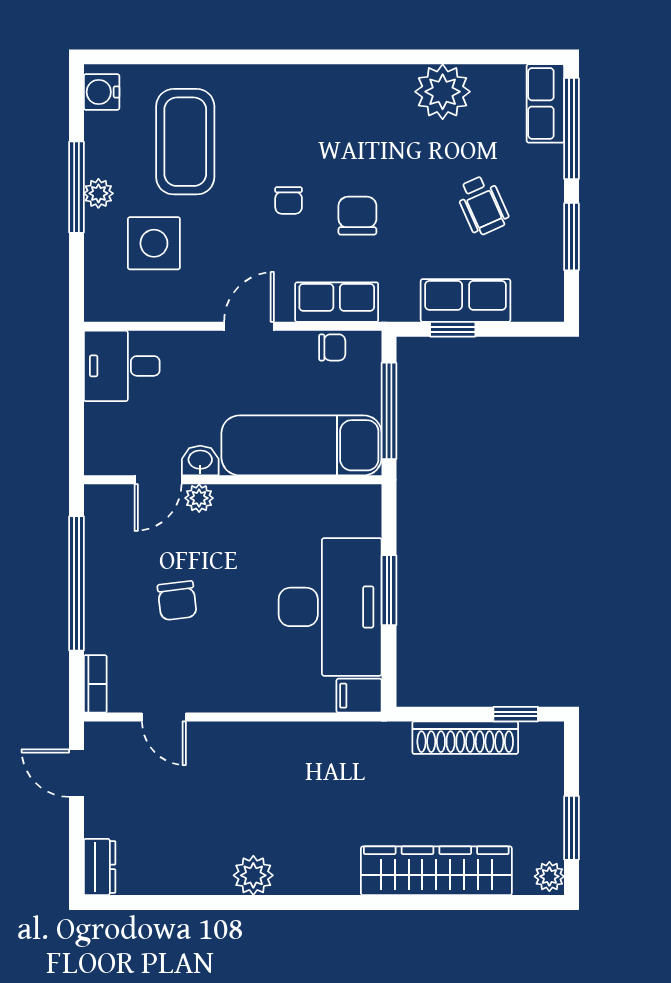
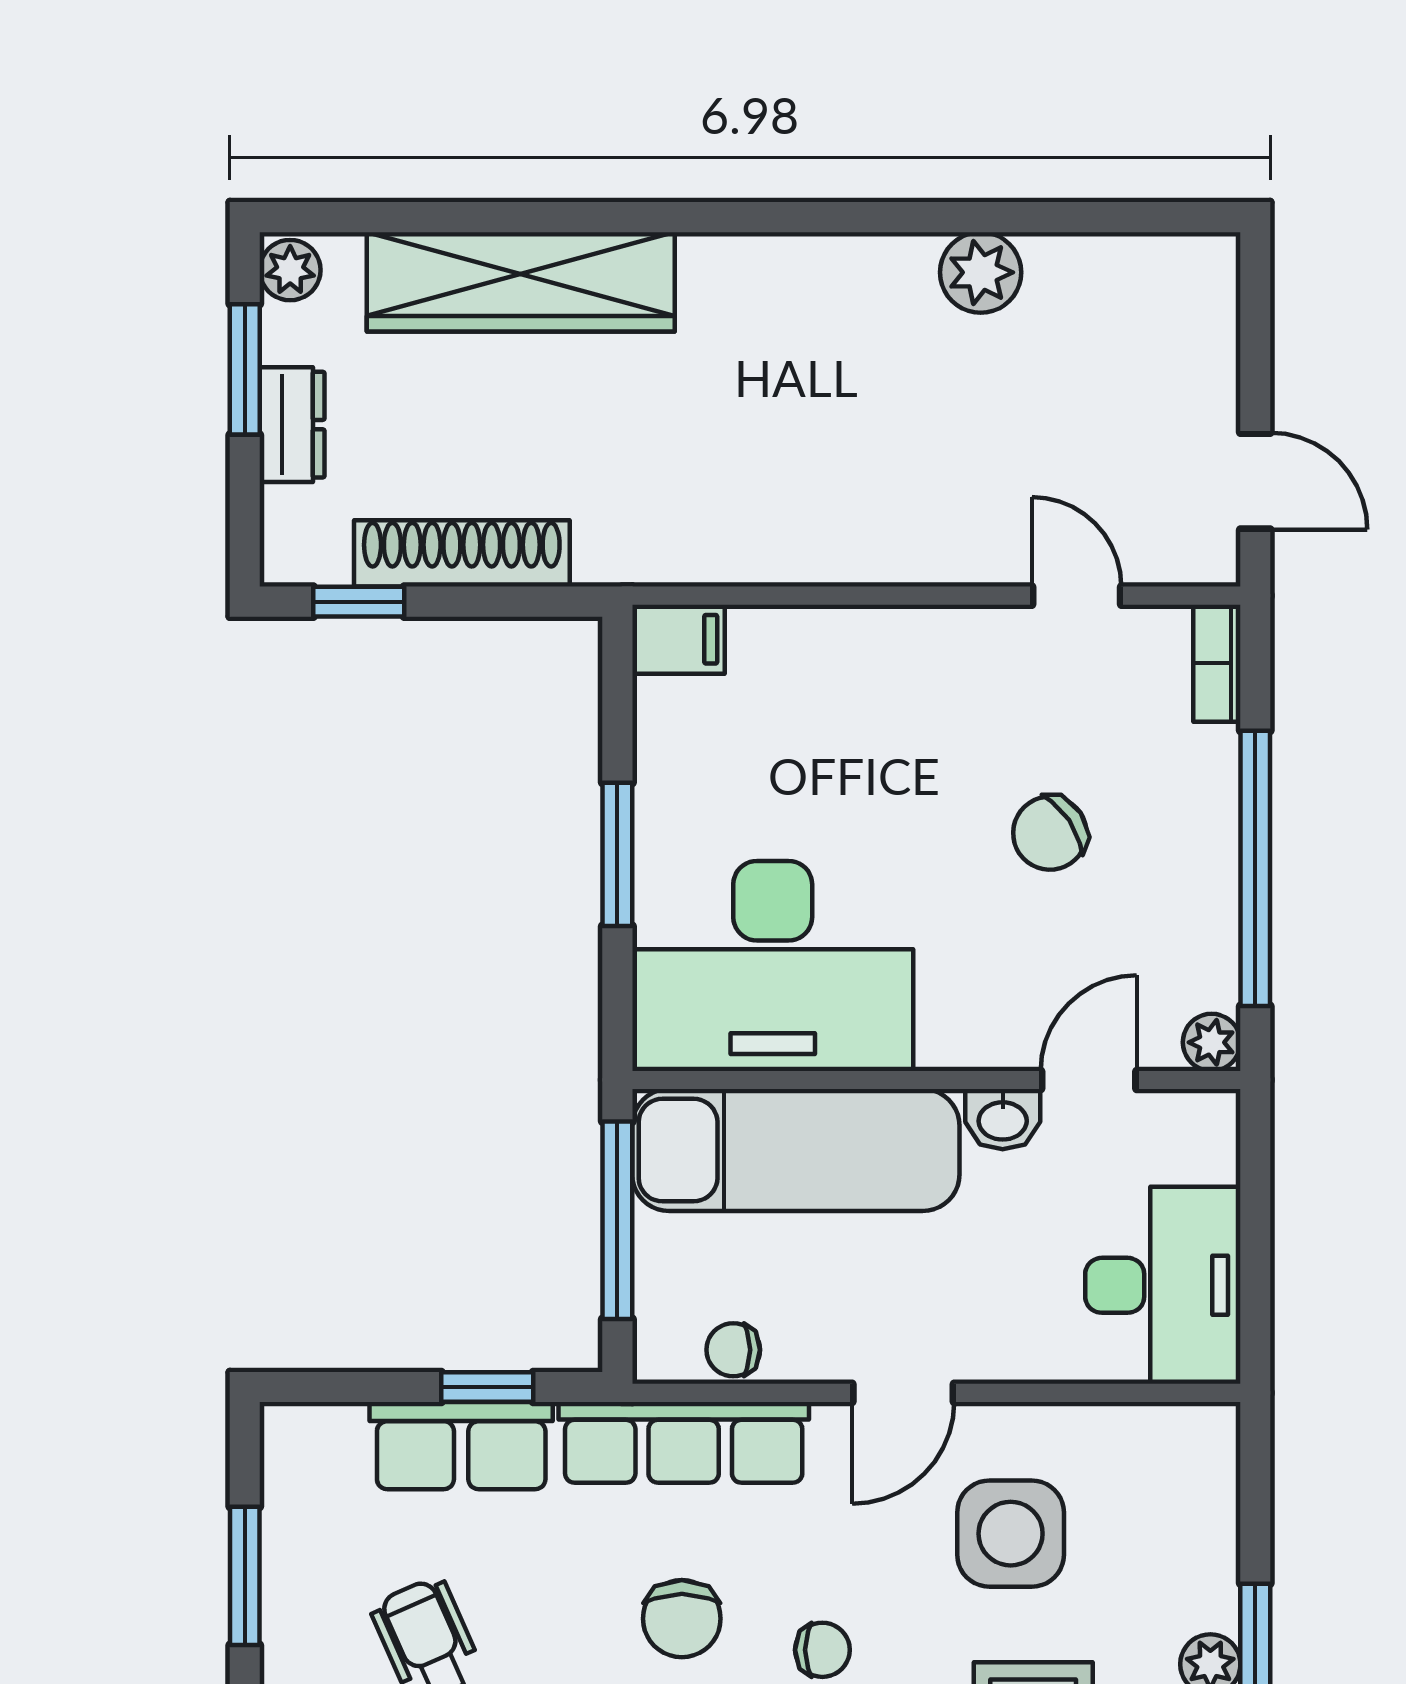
chair: (289, 200) -> (822, 1650), turned 90
side table: (154, 243) -> (1011, 1534), moved
row of seats: (337, 302) -> (684, 1442), width x1.48
desk: (122, 366) -> (1163, 1285), width x1.37
plant: (199, 498) -> (1212, 1042), moved
chair: (177, 601) -> (1050, 833), turned -117
desk: (330, 607) -> (773, 966), moved, turned -90
dresser: (100, 867) -> (292, 425), moved, turned 180
plant: (253, 875) -> (981, 272), moved

